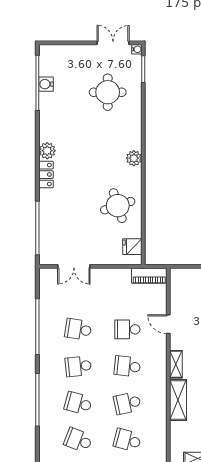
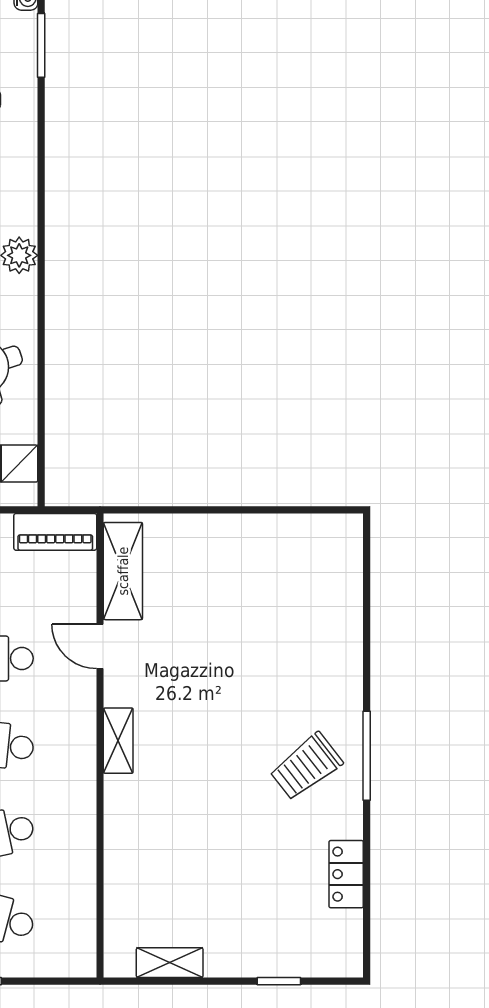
shelving: (178, 400) -> (123, 571), moved

